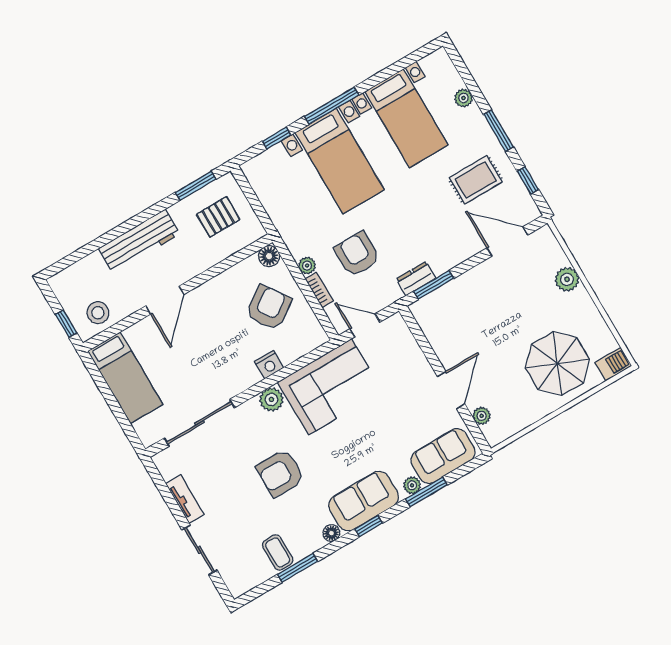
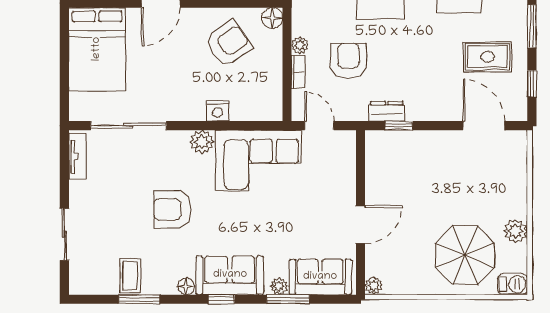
plant: (567, 279) -> (516, 231), moved
window: (434, 285) -> (399, 126), width x0.67
armchair: (269, 308) -> (228, 44), moved
bed: (125, 378) -> (97, 49), width x1.50
plant: (482, 416) -> (374, 285), moved
tv unit: (185, 499) -> (78, 156), moved

